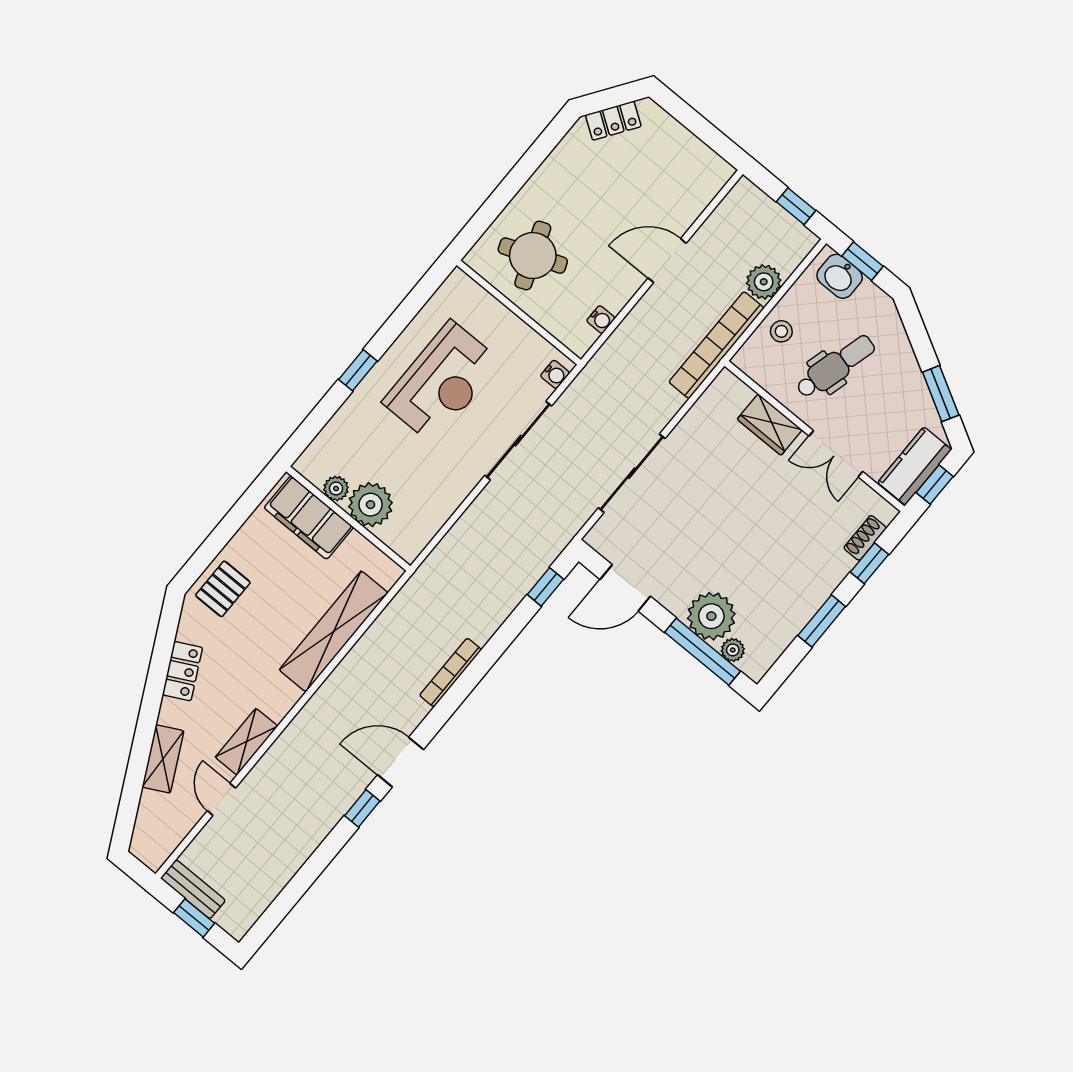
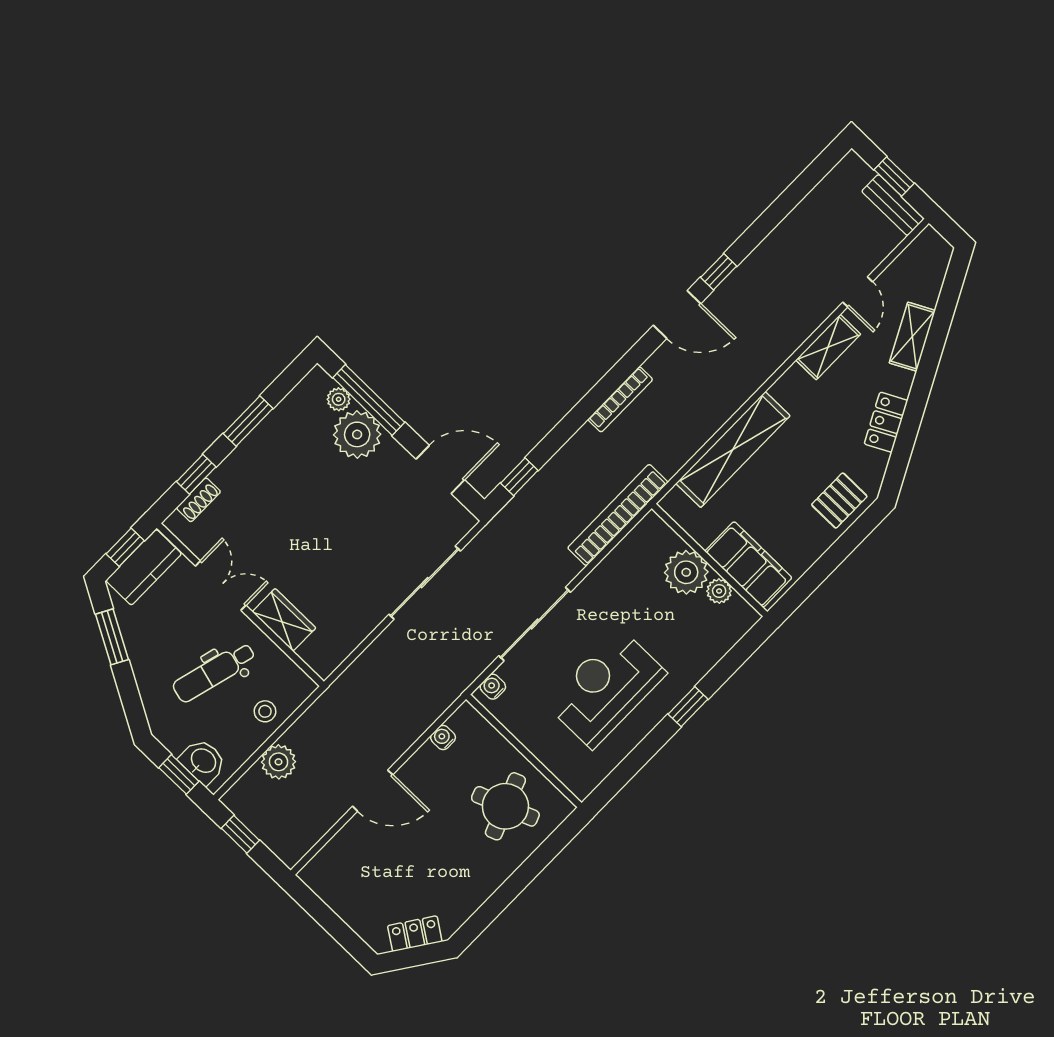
bookcase: (716, 345) -> (618, 515), moved, turned 180

